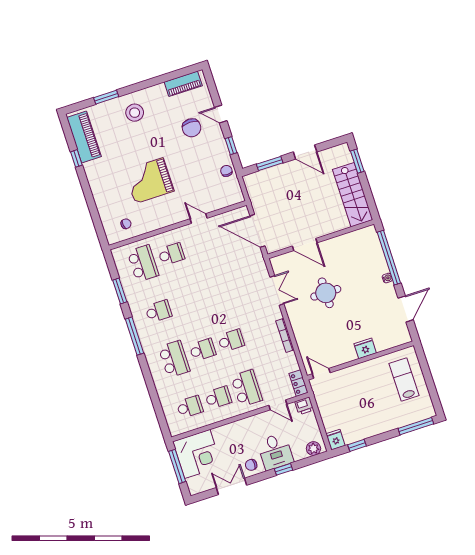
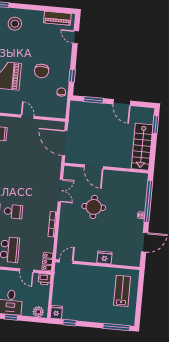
door: (221, 114) -> (76, 37), moved
chair: (192, 128) -> (42, 71), moved
door: (321, 373) -> (66, 262), hinge flipped

